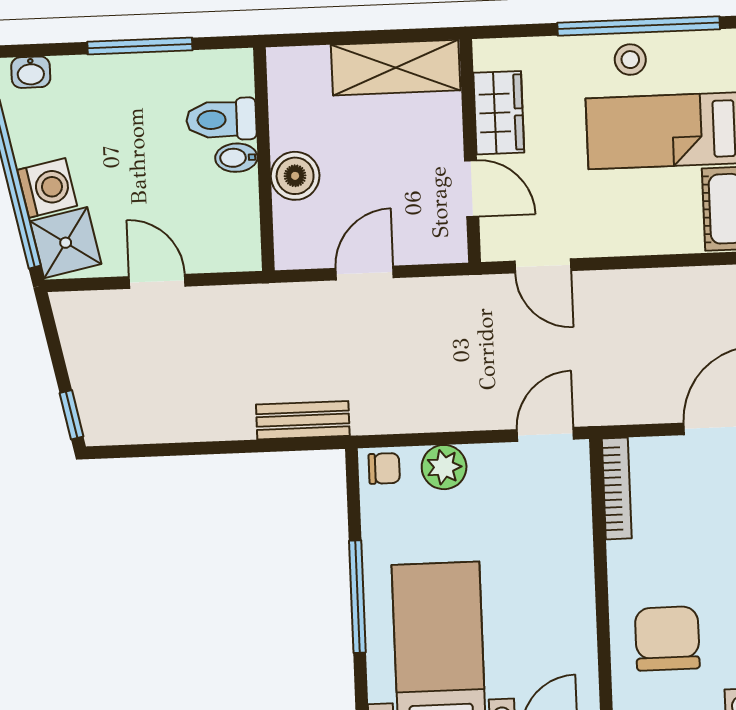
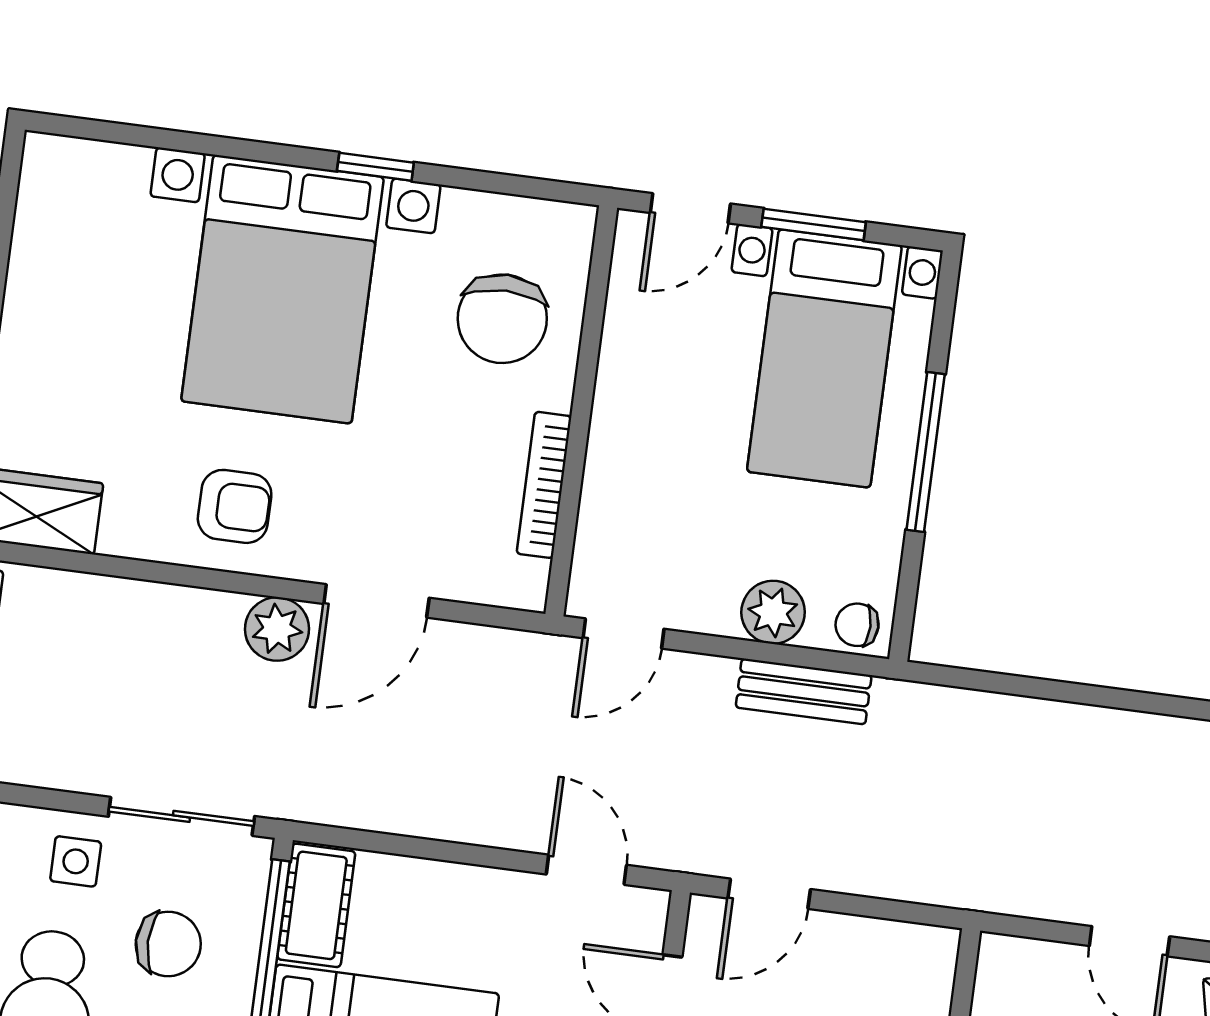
door: (365, 273) -> (769, 894), moved
bench: (303, 420) -> (804, 691), moved
bookcase: (617, 488) -> (544, 485), moved

